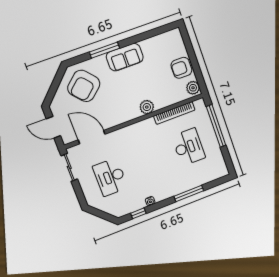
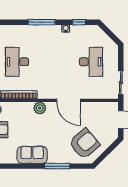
sofa: (125, 57) -> (32, 155), moved
door: (92, 137) -> (68, 100), moved
window: (189, 193) -> (42, 22), moved

